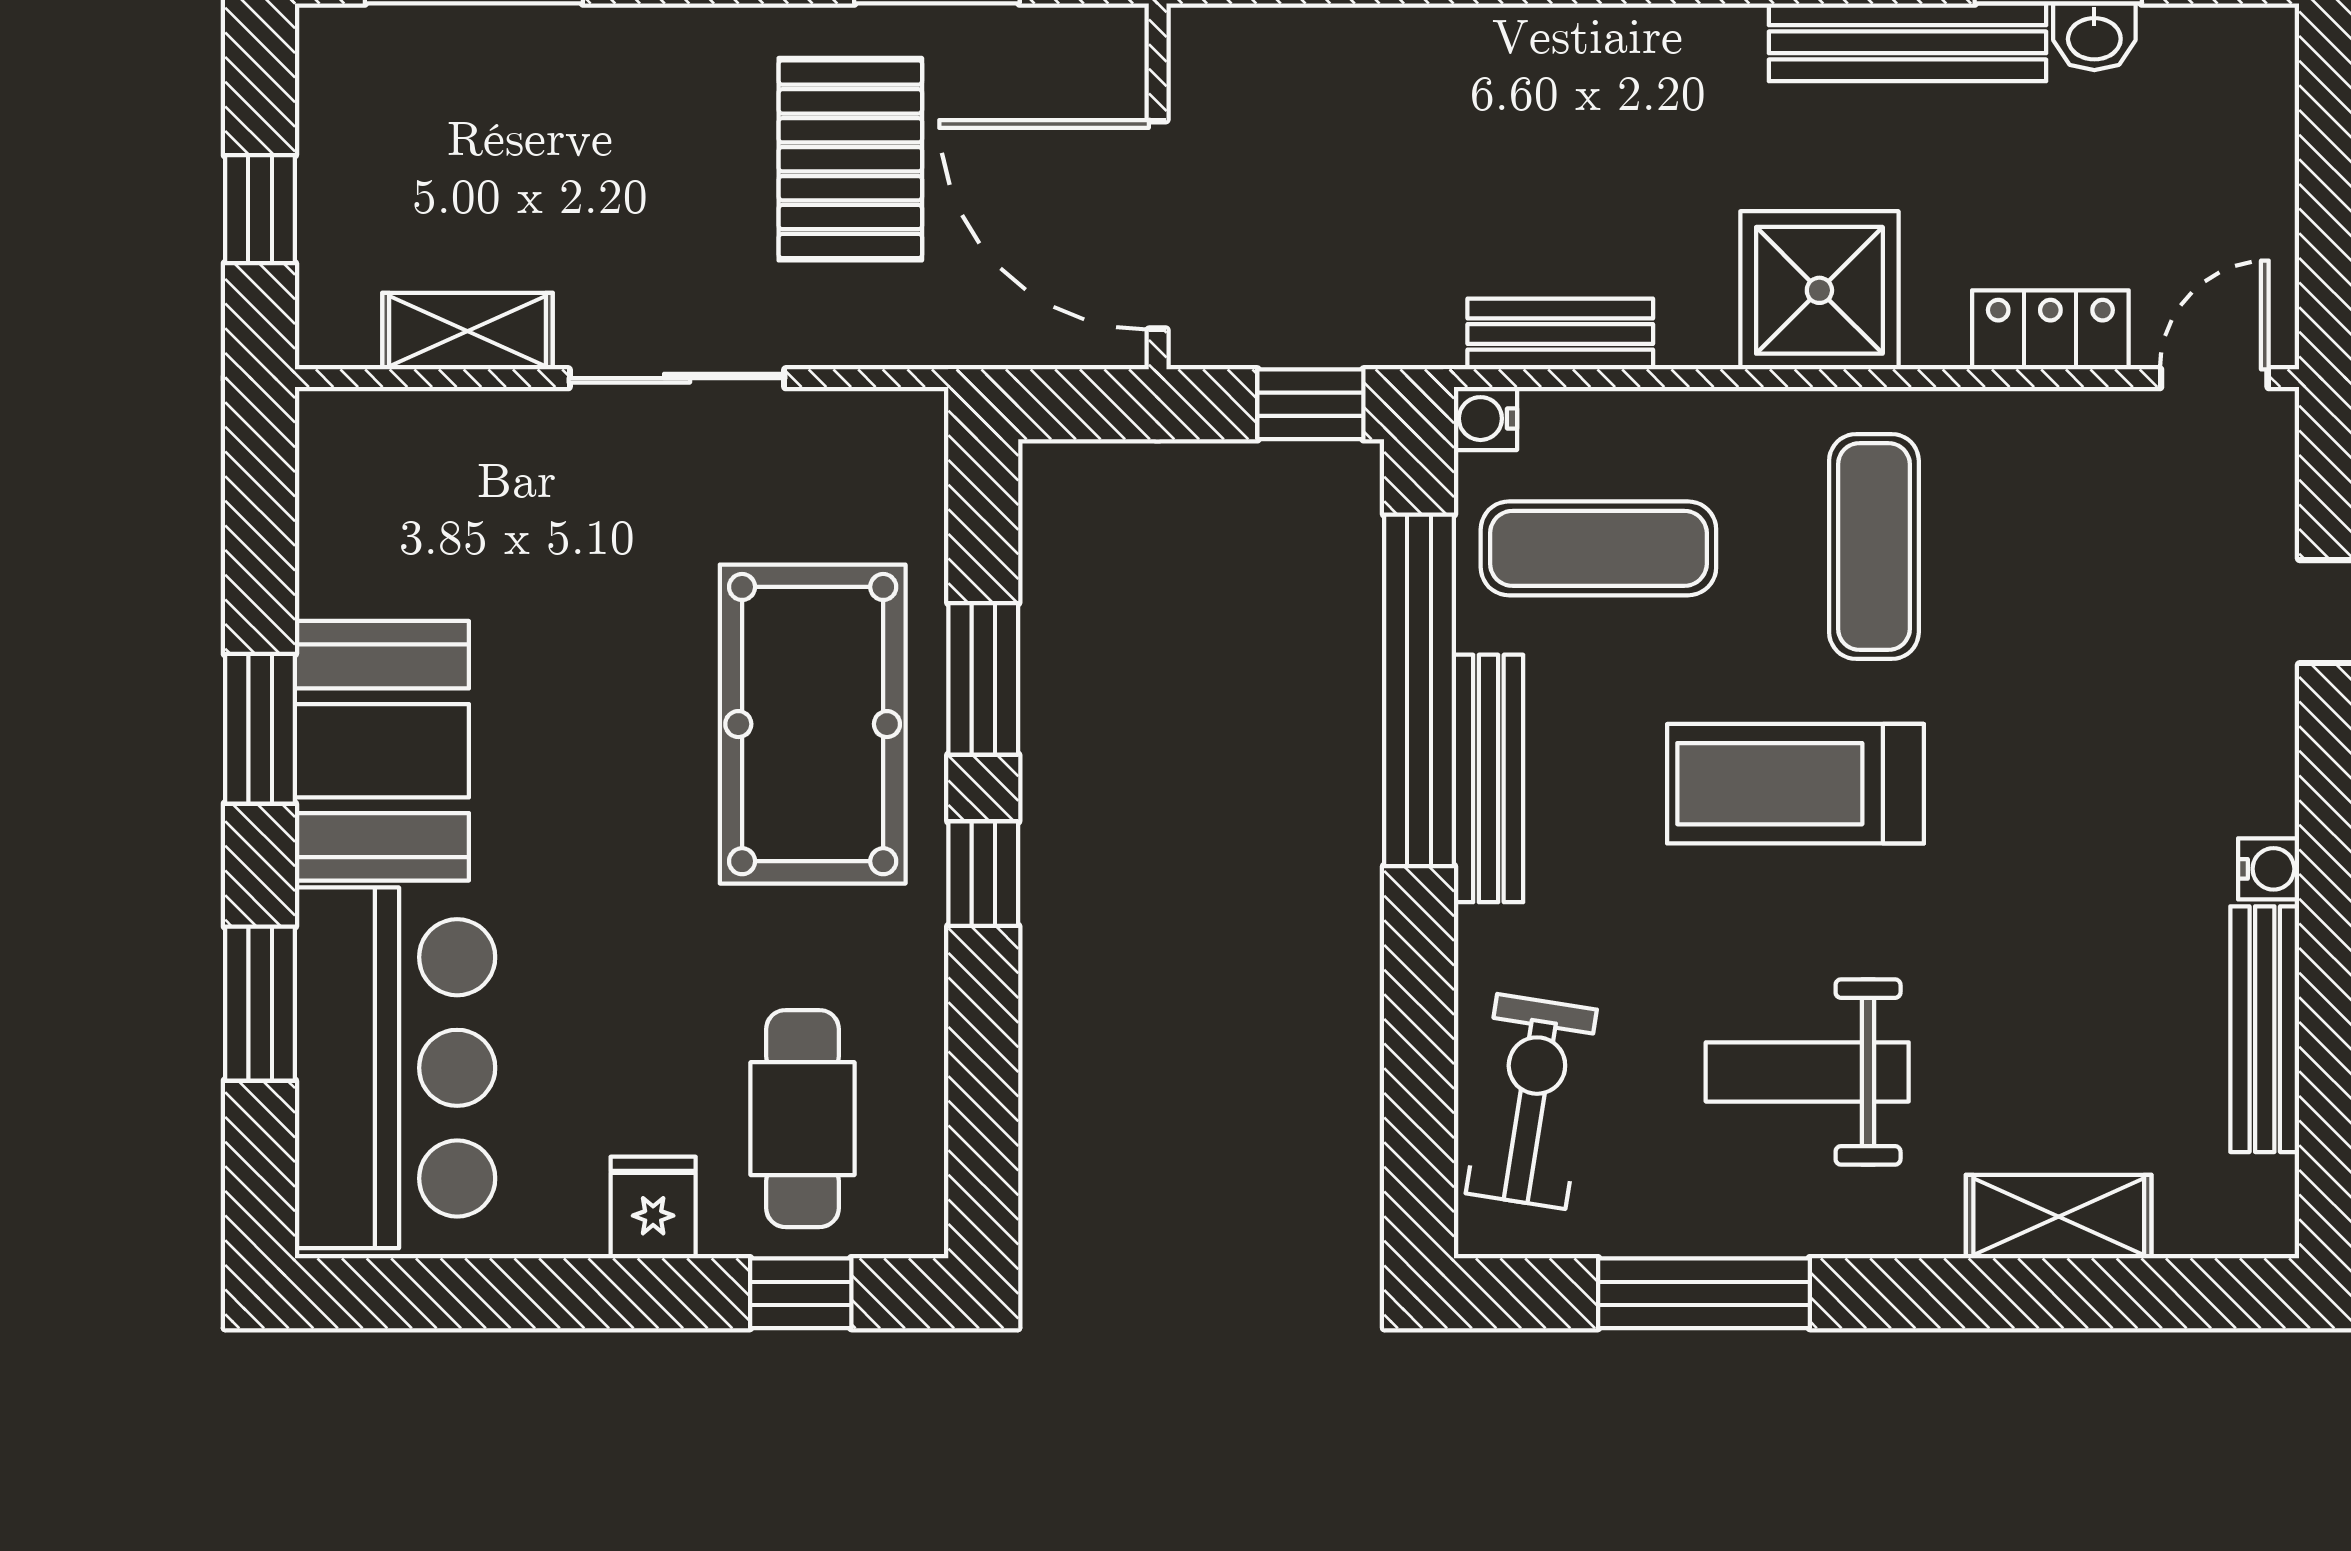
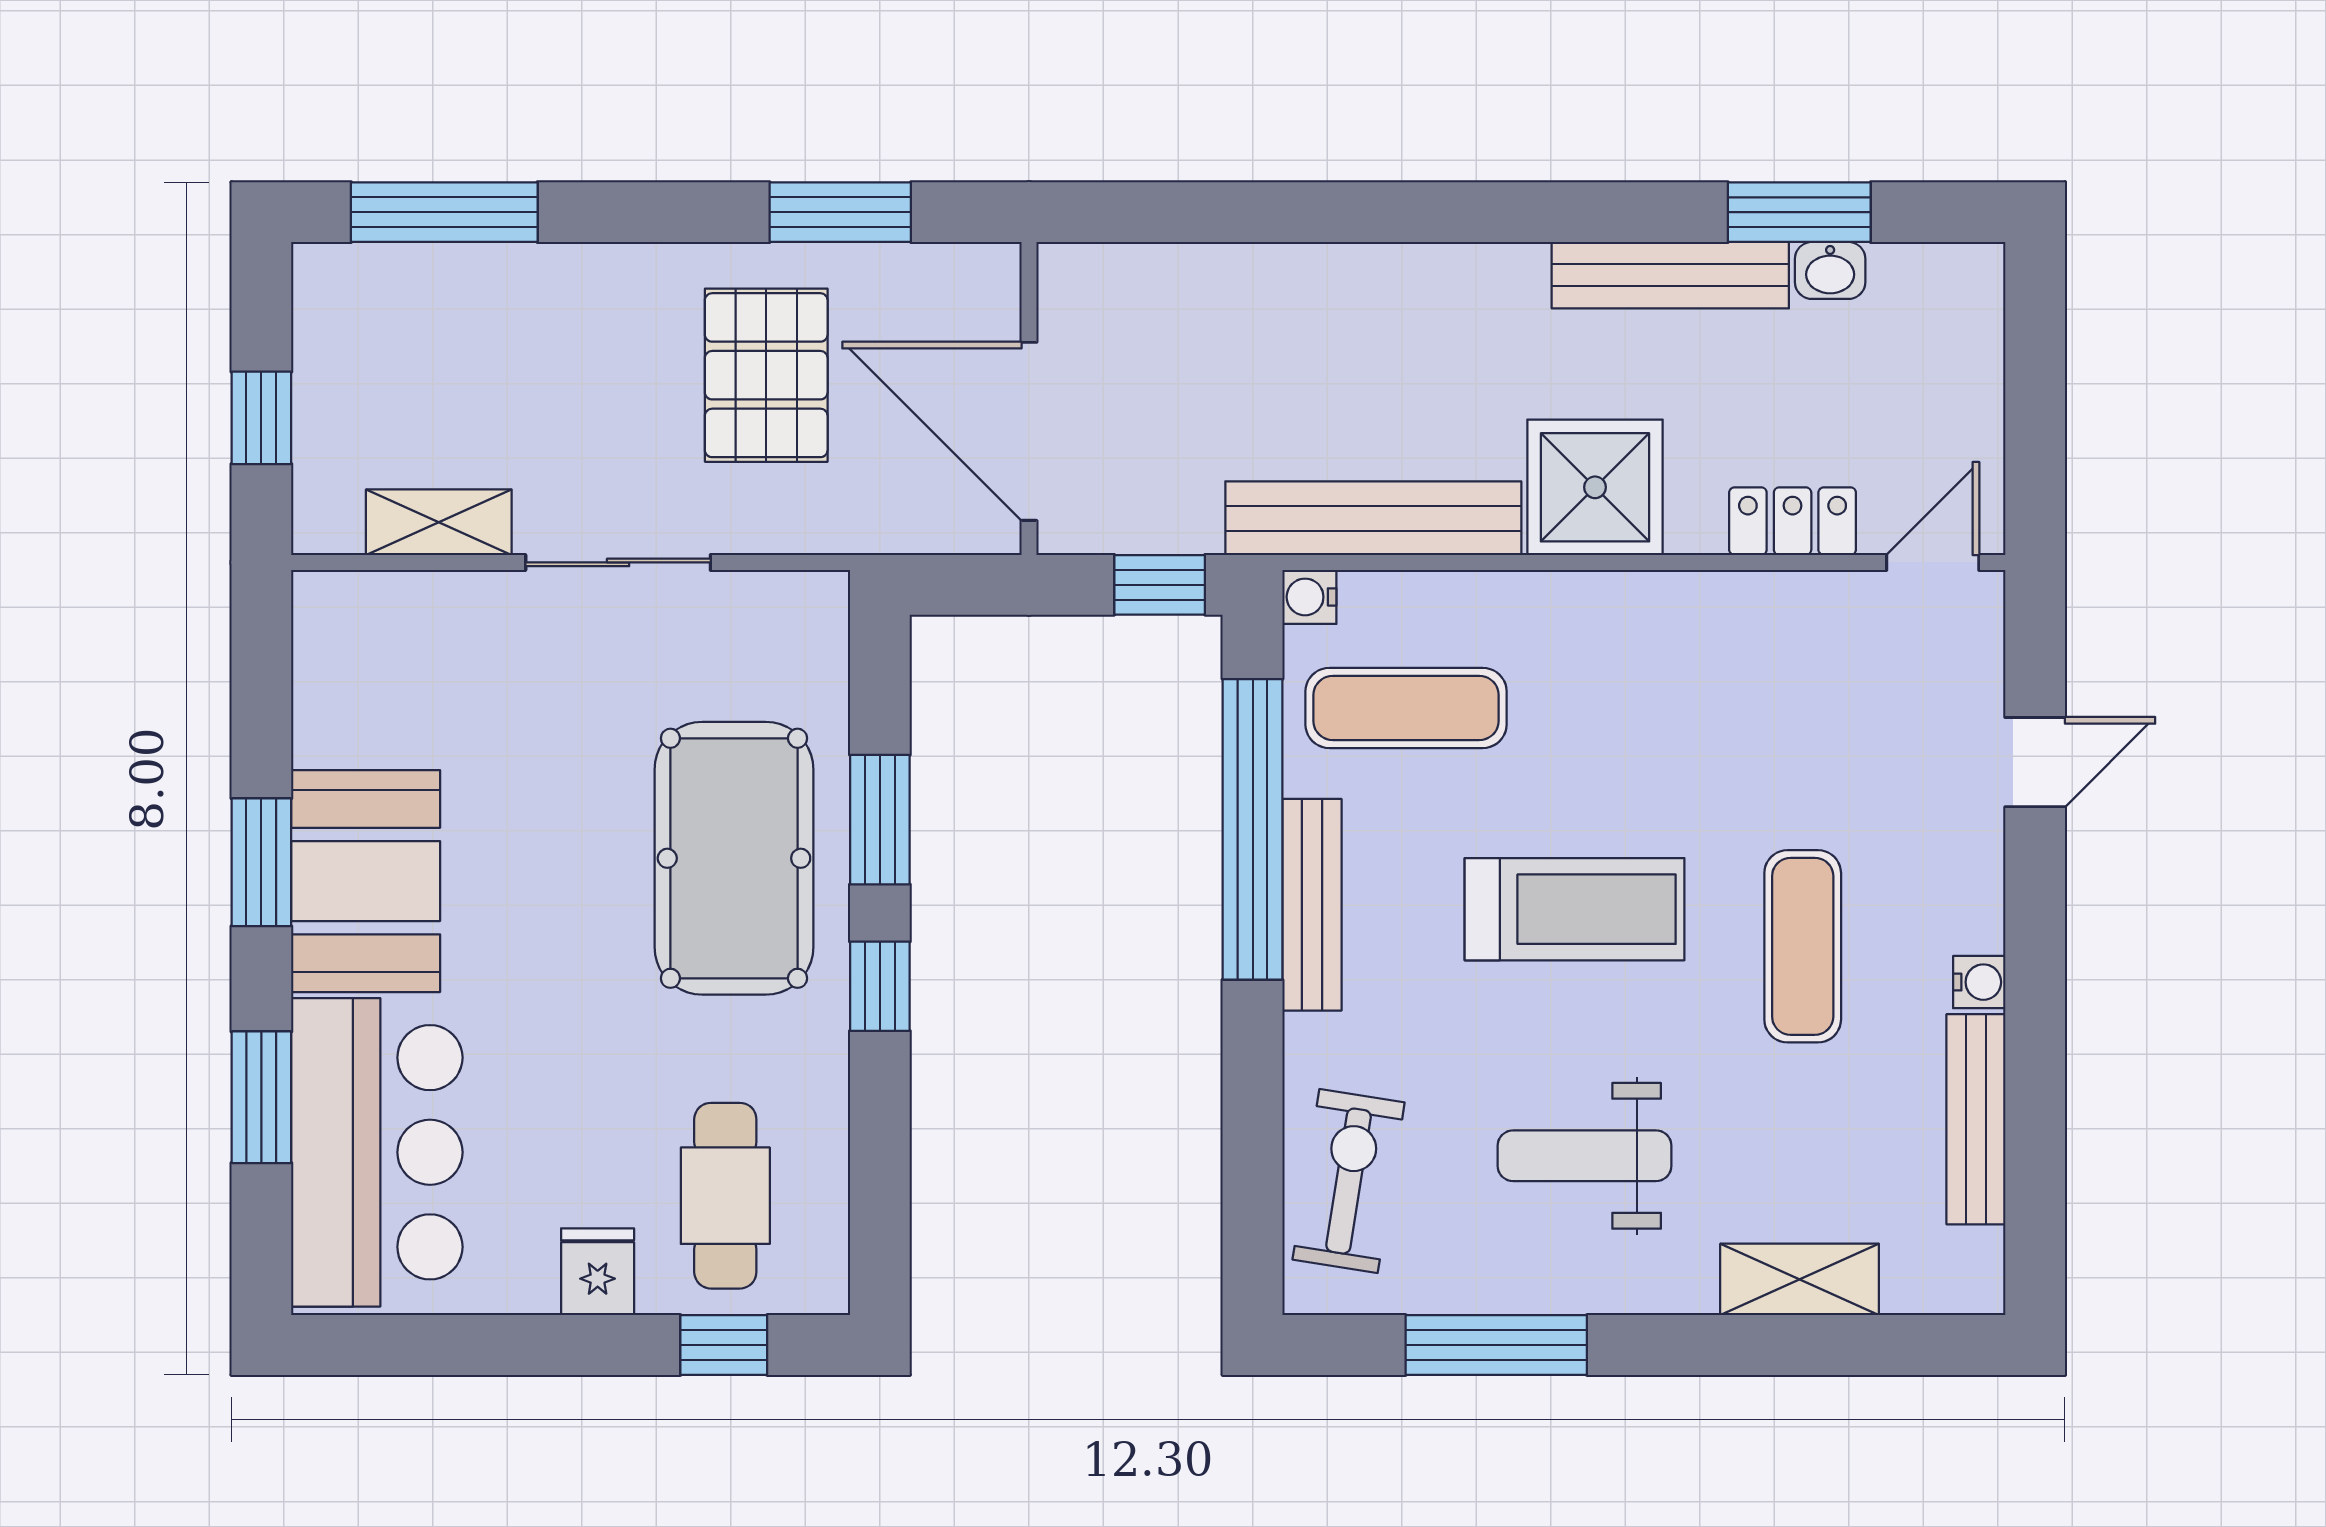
bench: (1560, 334) -> (1373, 518), width x1.86, depth x1.21
exercise mat: (1874, 547) -> (1803, 946), moved
treadmill: (1796, 784) -> (1575, 909), turned 180

